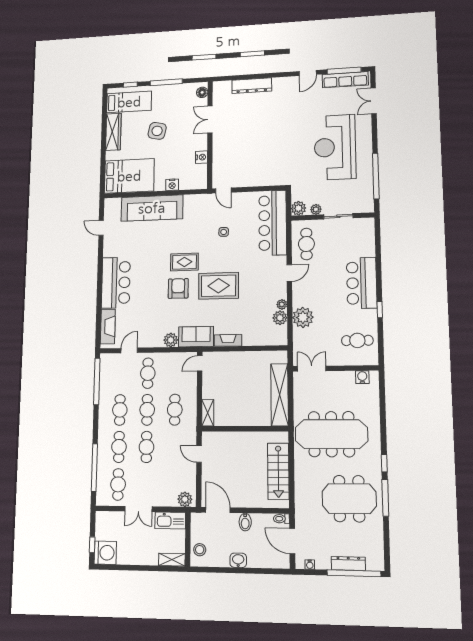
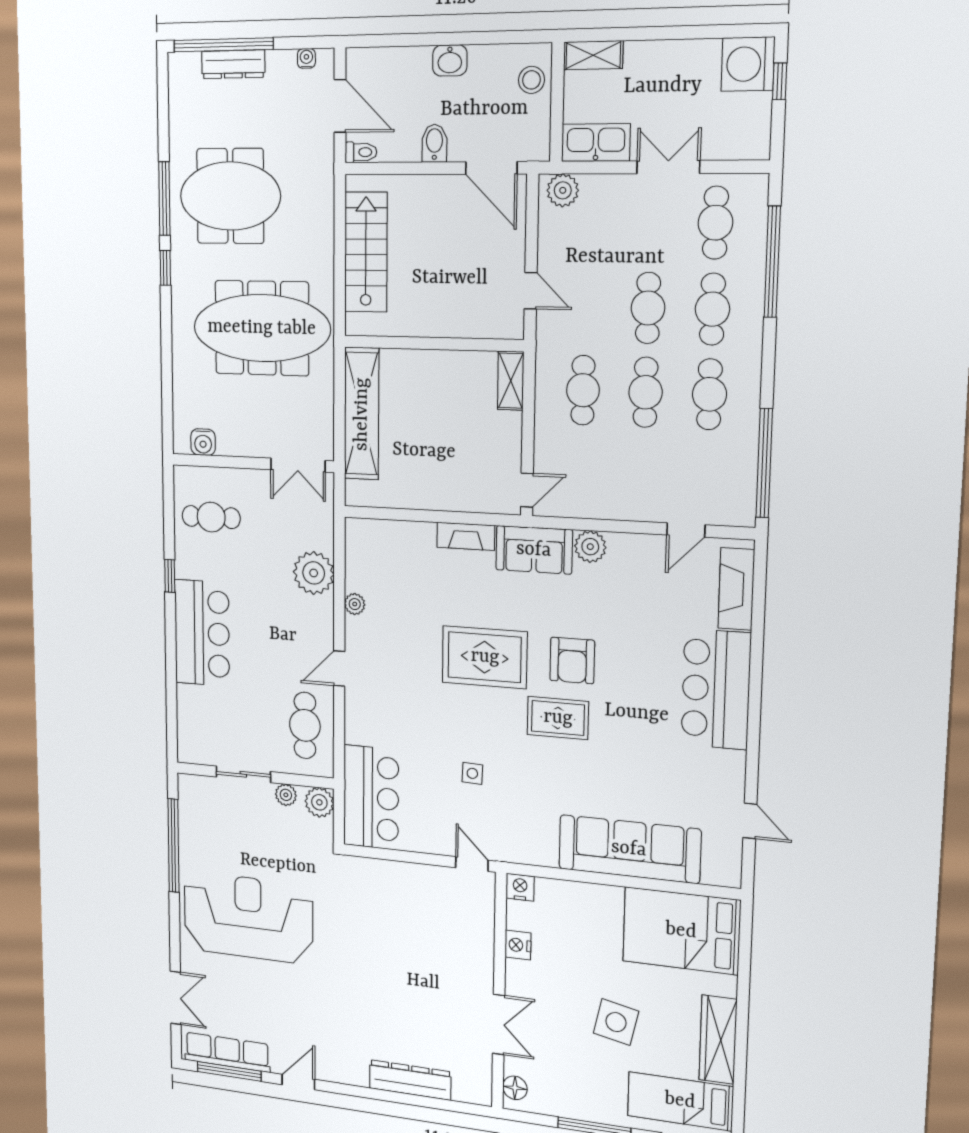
reception desk: (335, 147) -> (248, 917), turned -90
nightstand: (172, 185) -> (520, 887), moved
bar counter: (273, 223) -> (371, 797), width x0.73
plant: (280, 318) -> (359, 576), removed
cafe table: (148, 373) -> (643, 475), removed

